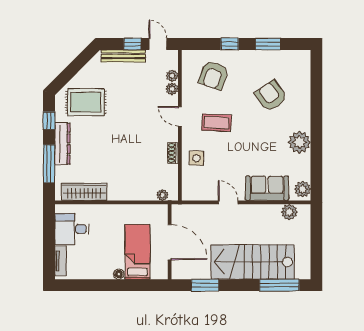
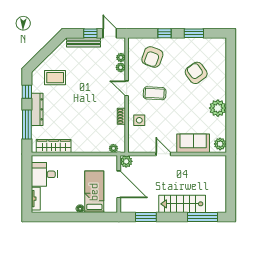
rug: (86, 102) -> (55, 78), width x0.73, depth x0.70
plant: (289, 212) -> (126, 161), moved
stairs: (253, 262) -> (182, 204), width x0.73, depth x0.66

